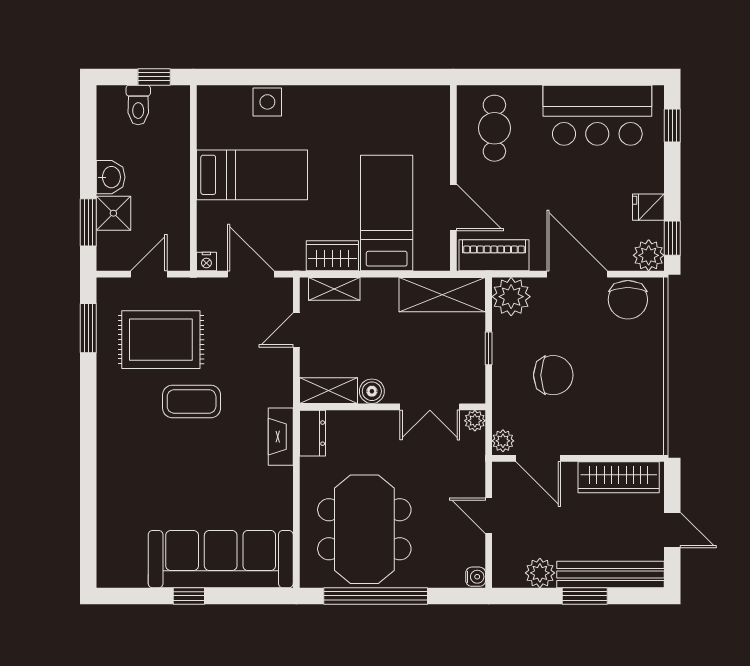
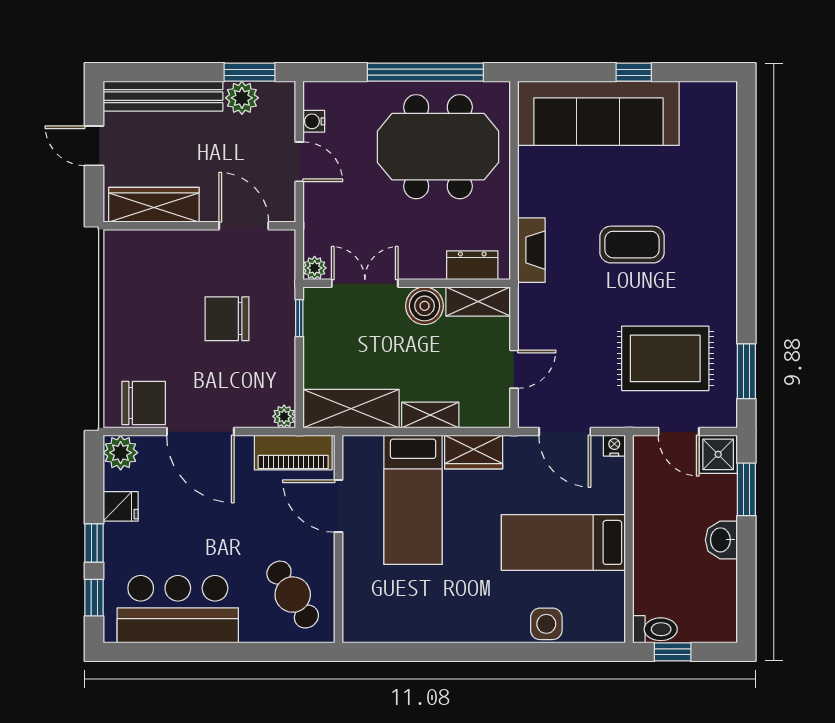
toilet: (138, 105) -> (655, 629), moved, turned 90
cafe table: (494, 128) -> (293, 595), turned -32
shower: (113, 213) -> (718, 454), moved
window: (672, 238) -> (94, 543), moved
door: (149, 274) -> (679, 432), hinge flipped
shelving: (334, 289) -> (430, 415), moved
plant: (511, 297) -> (284, 416), width x0.53, depth x0.53
chair: (628, 300) -> (144, 403), turned 90
window: (489, 348) -> (299, 318), moved
boiler: (372, 391) -> (425, 306), width x1.36, depth x1.36
coffee table: (192, 401) -> (632, 245), moved
dresser: (312, 433) -> (472, 265), moved, turned 90
plant: (503, 441) -> (283, 245), removed
meeting table: (364, 529) -> (438, 147), turned 90
water cooler: (476, 577) -> (314, 121), moved
window: (585, 596) -> (249, 72), moved

